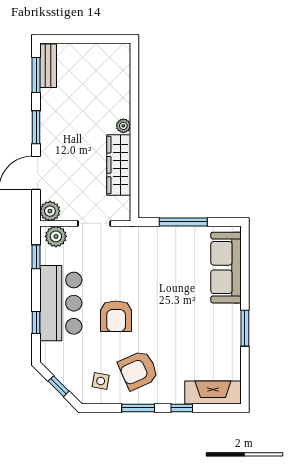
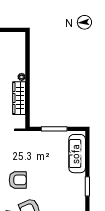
armchair: (116, 316) -> (18, 180), turned -90

